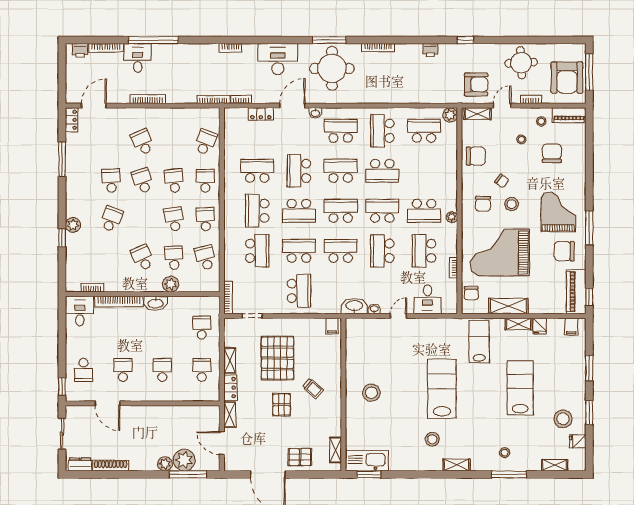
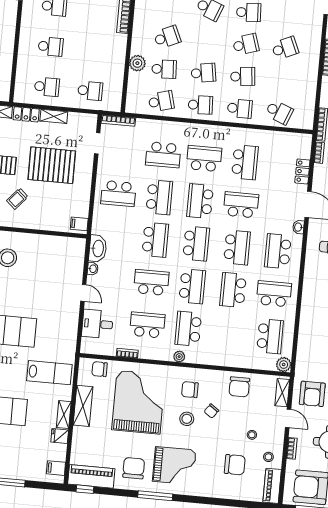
school desk: (341, 131) -> (278, 251), turned 180
washbasin: (156, 303) -> (119, 46), removed

